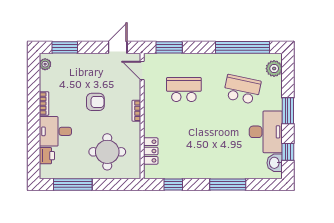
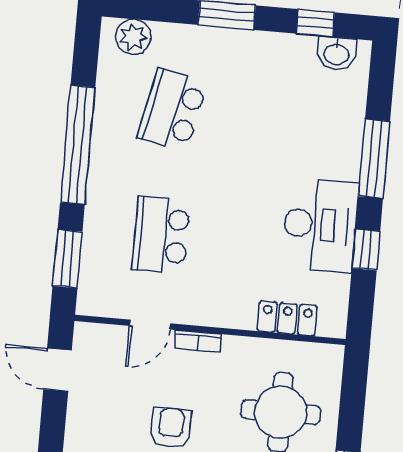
window: (243, 47) -> (78, 145), moved
door: (142, 70) -> (150, 325), moved
desk: (266, 132) -> (320, 225), moved, turned 90
window: (173, 185) -> (366, 250), moved

